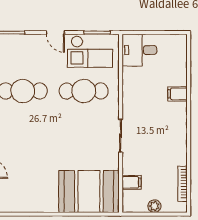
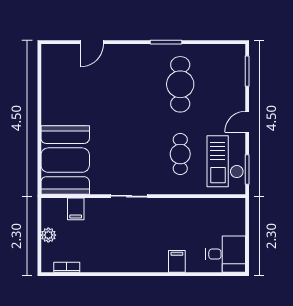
desk: (139, 50) -> (226, 254), moved, turned 90
cafe table: (84, 91) -> (180, 154), width x0.73, depth x0.74
bookcase: (183, 184) -> (67, 267), width x0.64

